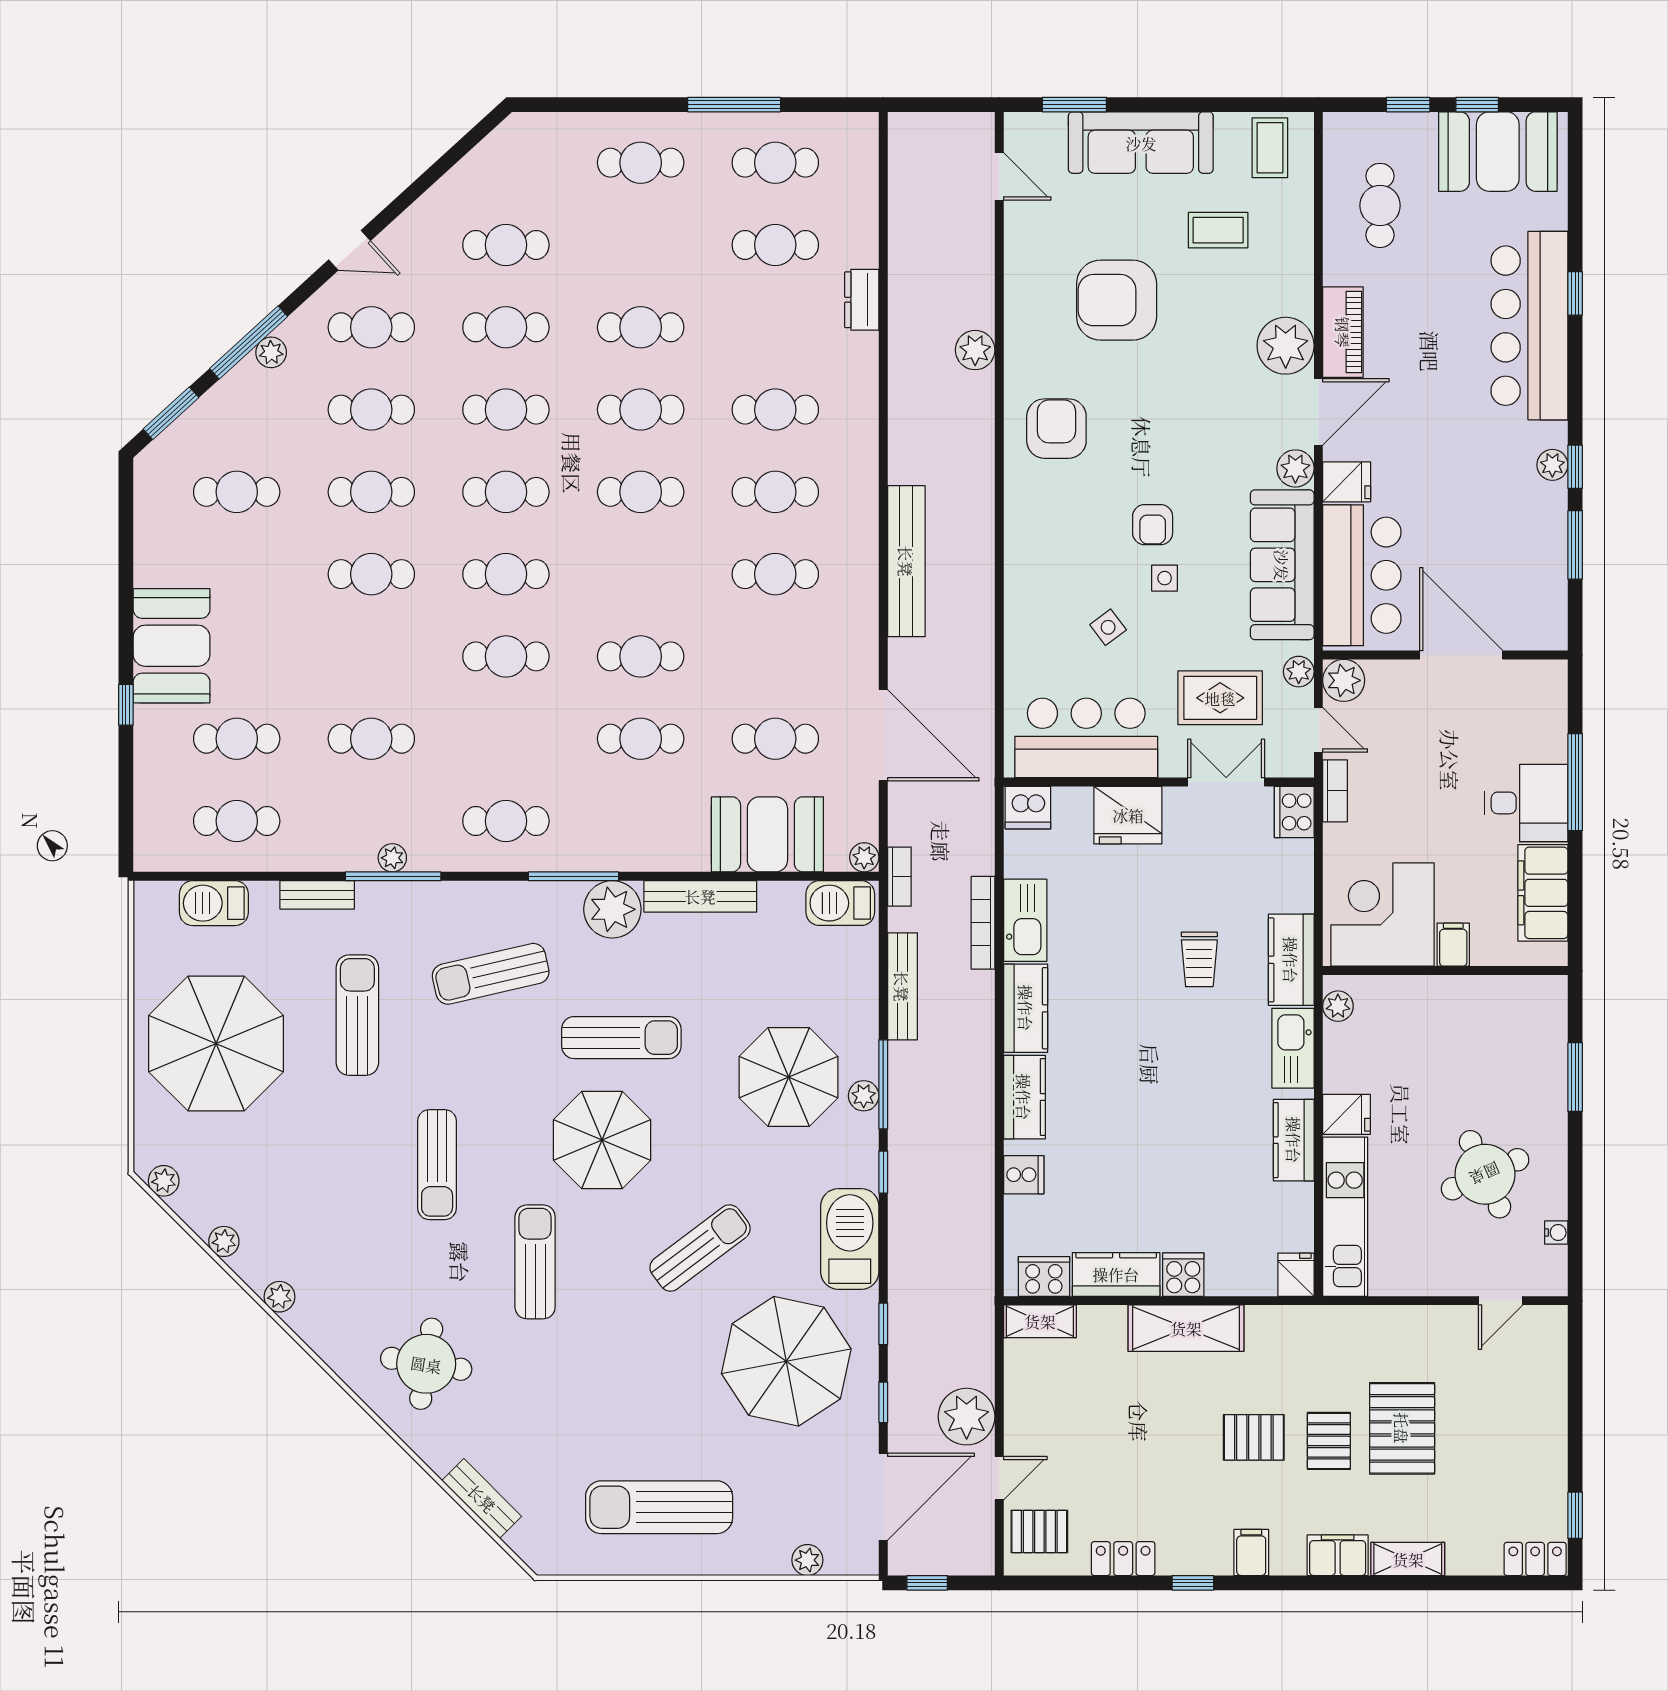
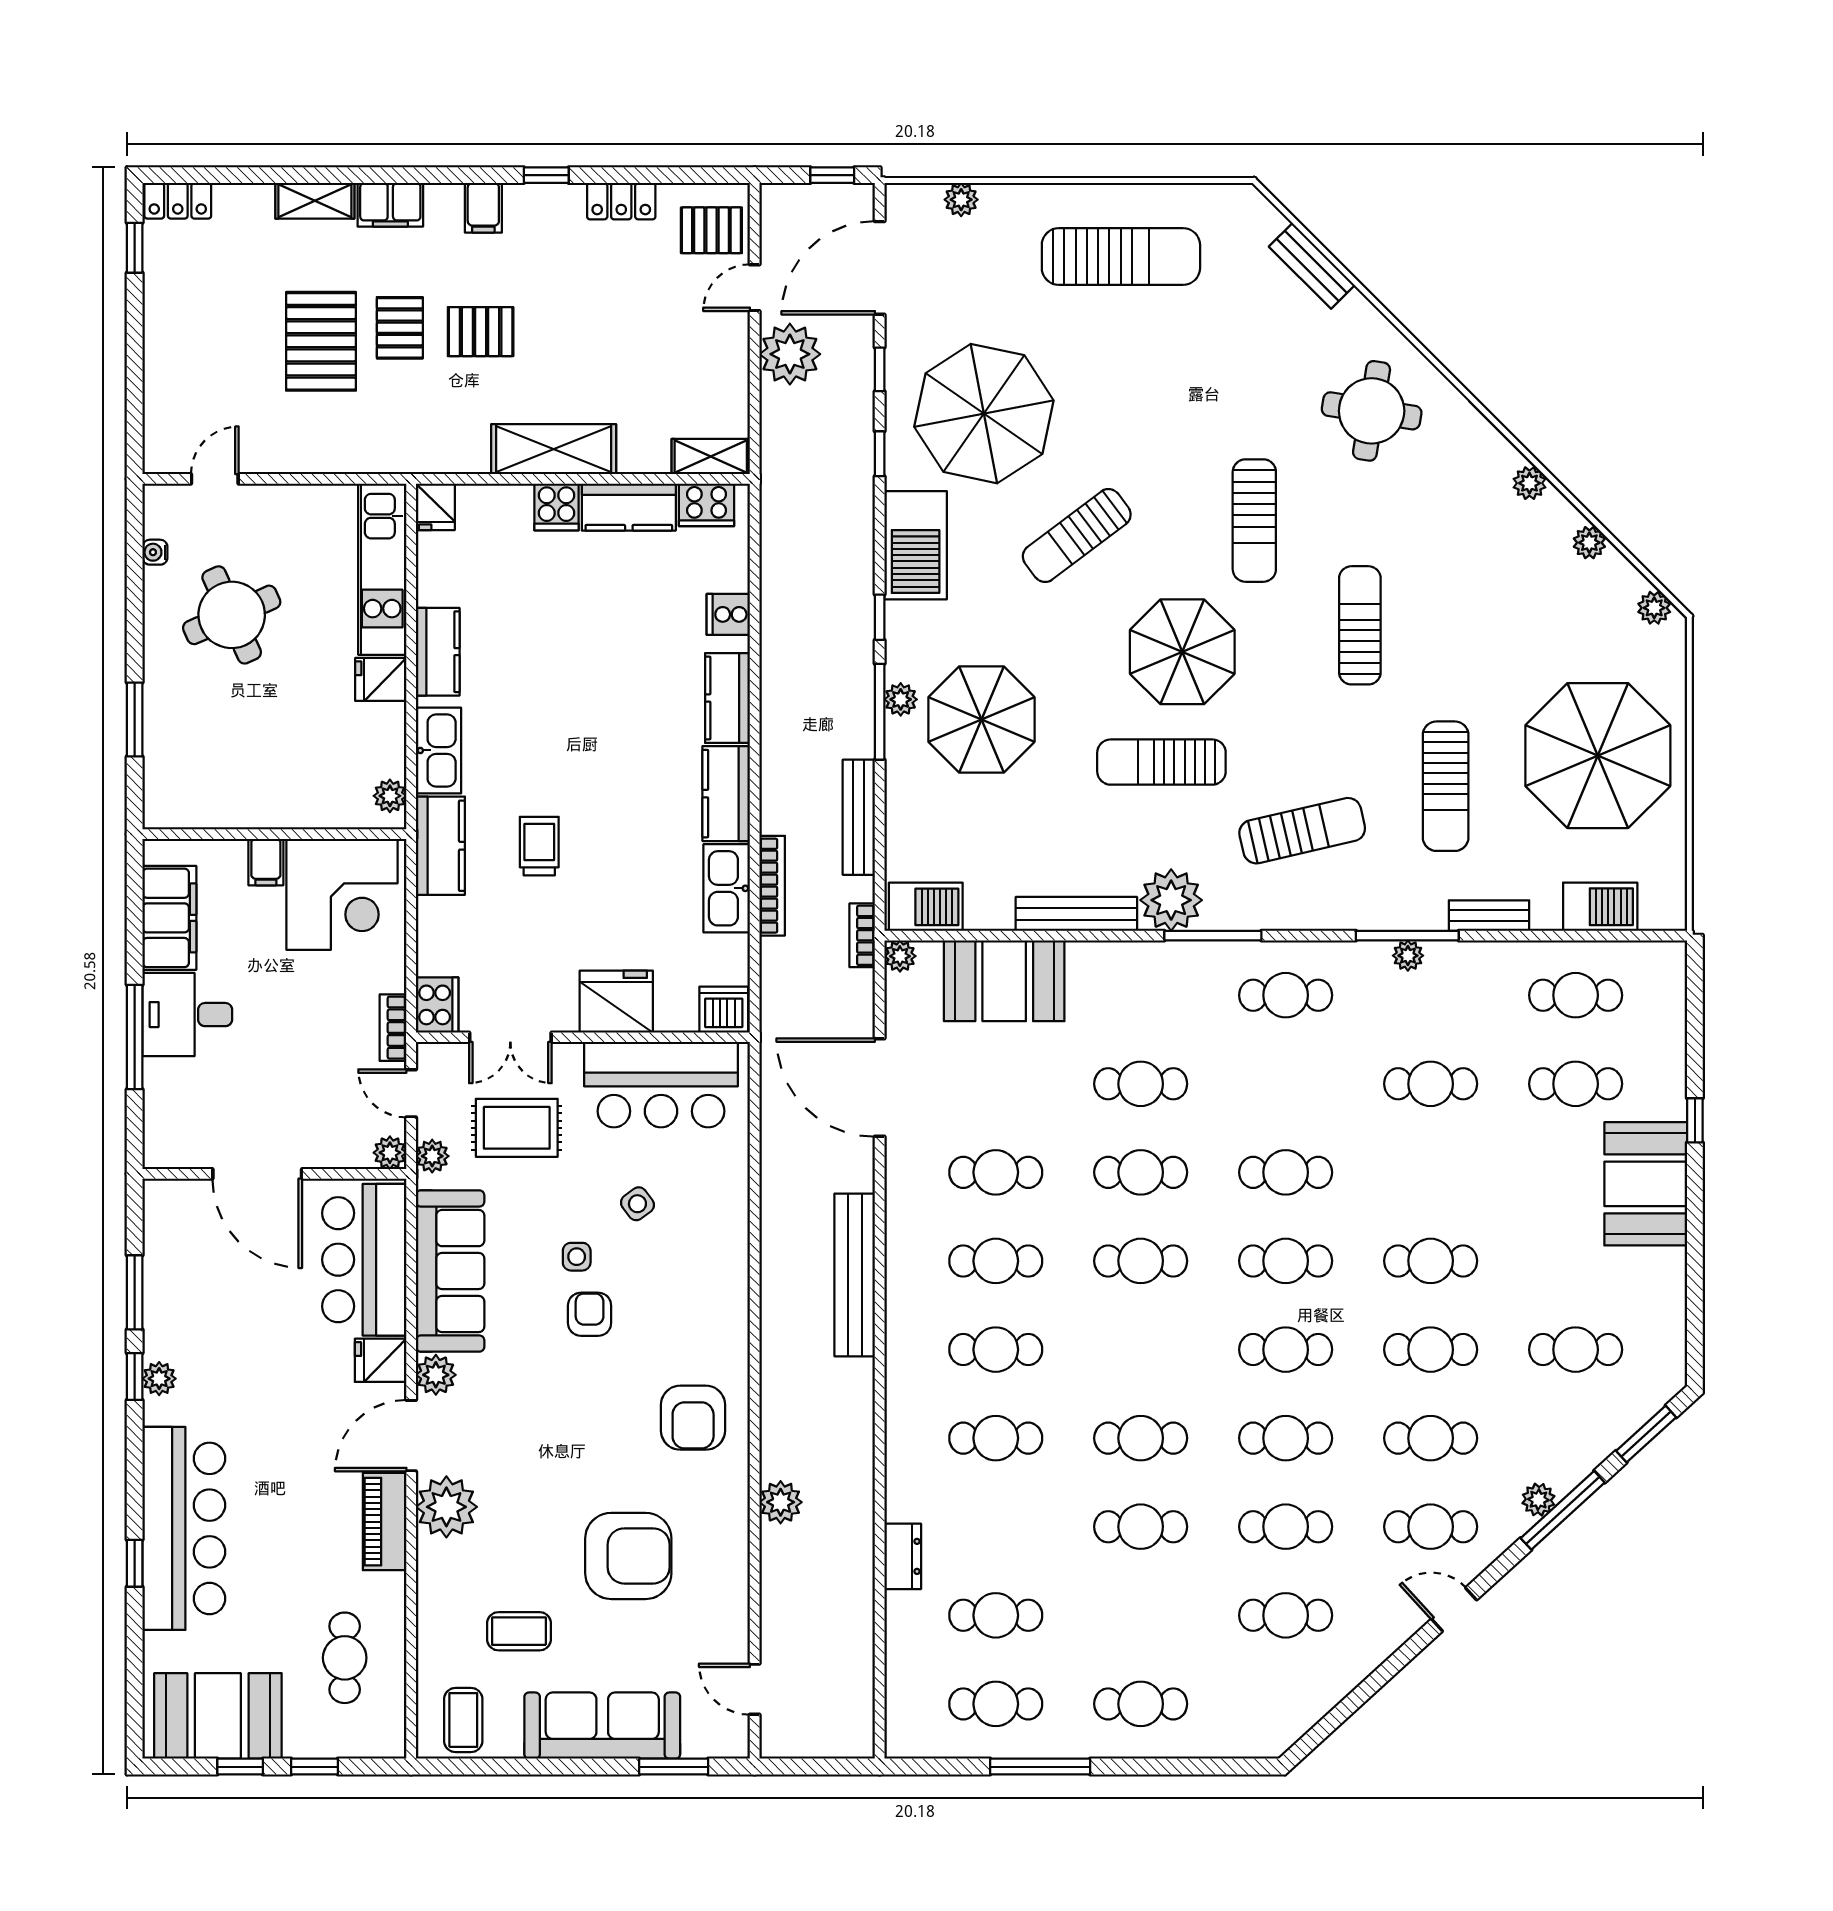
cafe table: (641, 492) -> (1141, 1261), moved
plant: (1344, 680) -> (390, 1153), width x0.73, depth x0.73
cafe table: (775, 739) -> (996, 1172), moved

